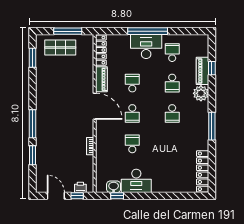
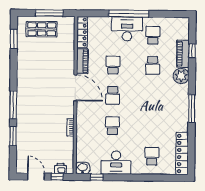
school desk: (172, 113) -> (152, 156), moved, turned 180
washbasin: (114, 187) -> (83, 168), moved

